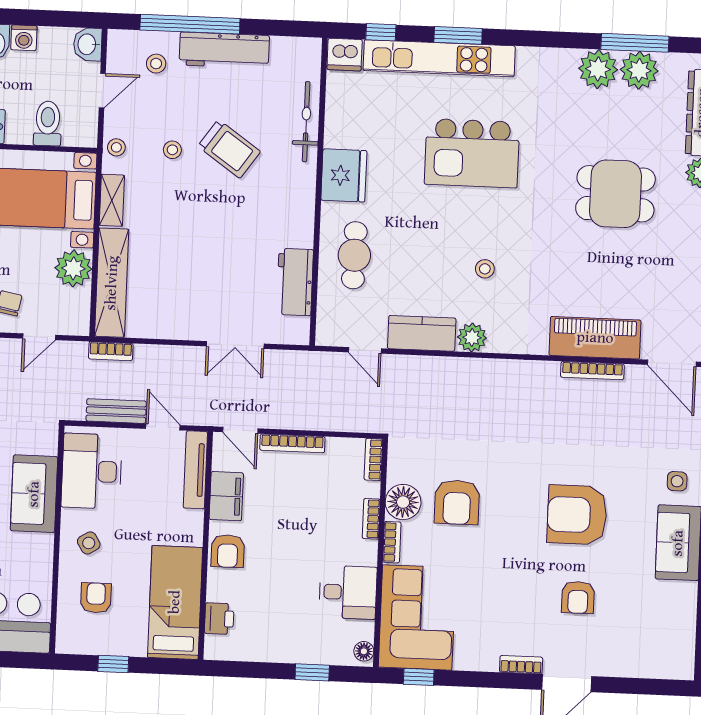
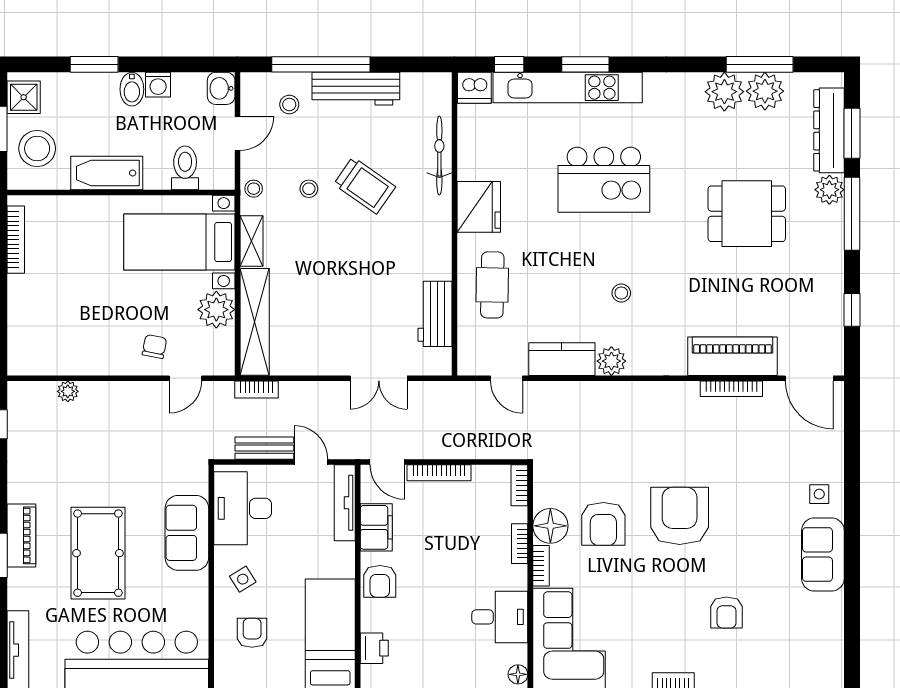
armchair: (577, 515) -> (680, 516), moved, turned 90

